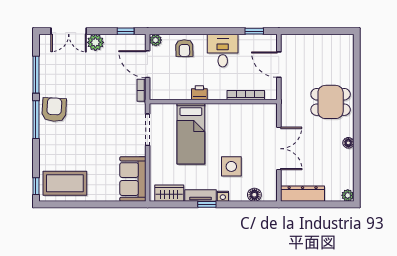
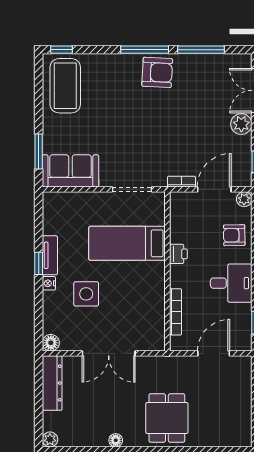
wardrobe: (169, 193) -> (53, 216), removed
floor lamp: (254, 195) -> (51, 343), moved
window: (118, 204) -> (39, 152), added

